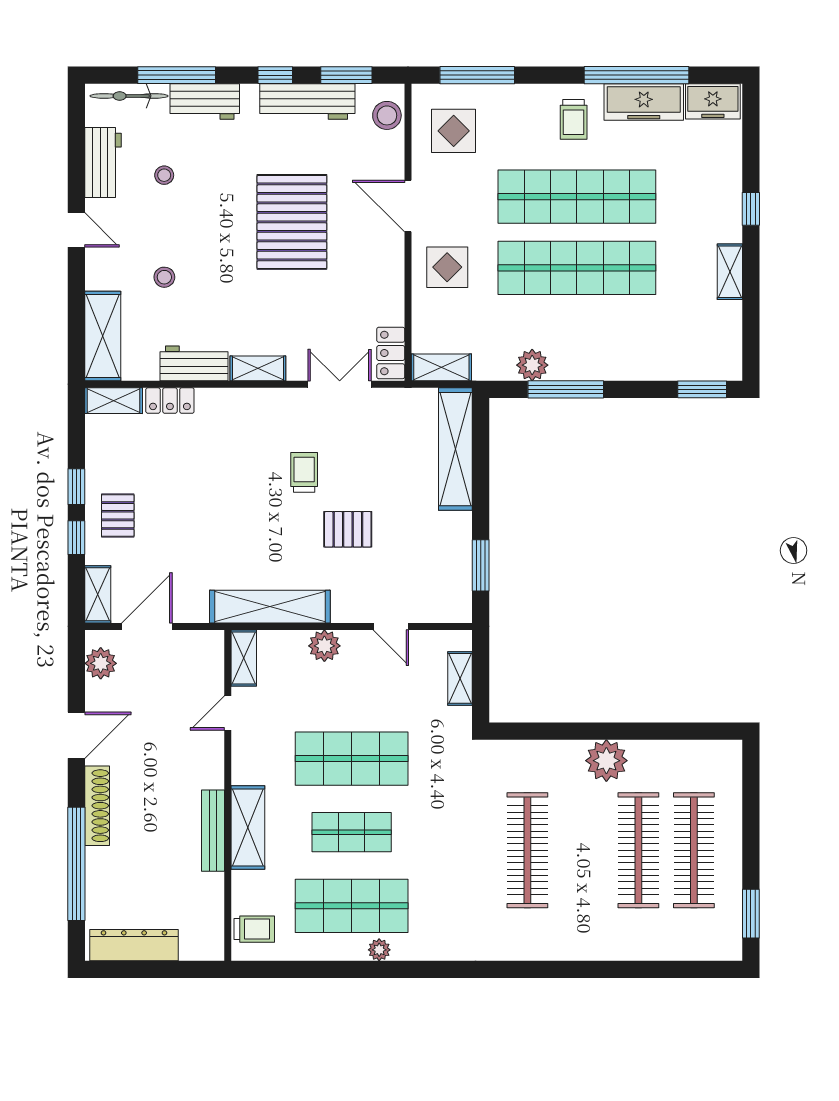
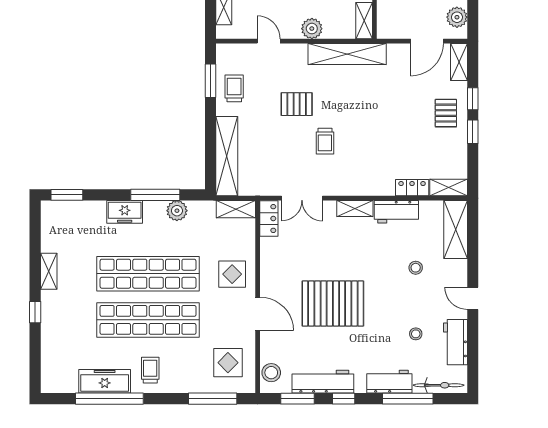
freezer: (713, 101) -> (125, 212), moved, turned 180
pallet: (292, 222) -> (333, 304), turned 90
trolley: (444, 554) -> (234, 88), added

